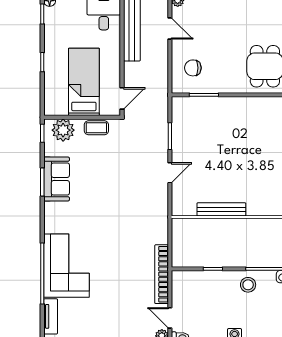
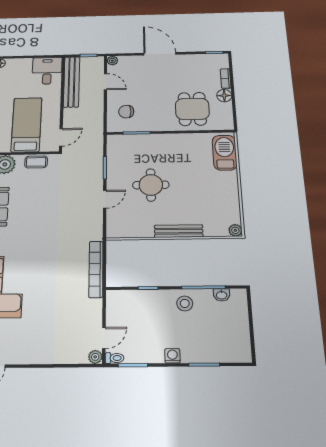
round table: (218, 157) -> (151, 185), added
bench: (221, 209) -> (179, 231), moved
bookcase: (162, 274) -> (96, 269), moved
door: (170, 318) -> (104, 338), swing flipped

